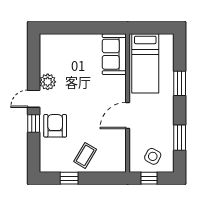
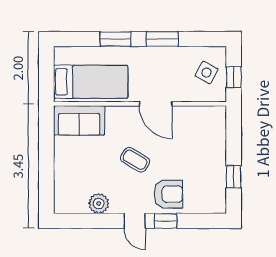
plant: (48, 82) -> (99, 204), moved
armchair: (55, 126) -> (168, 194), turned 180
window: (180, 138) -> (162, 39), moved
coffee table: (85, 155) -> (135, 160), moved

